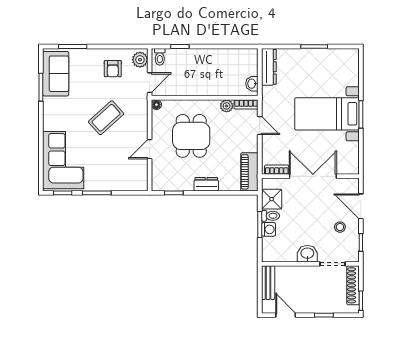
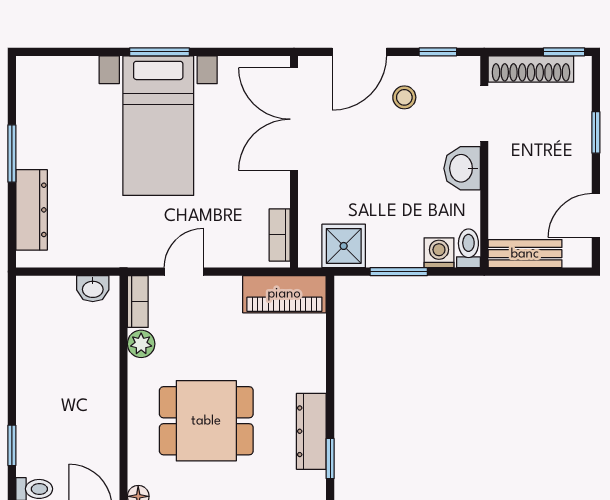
dresser: (269, 67) -> (32, 210), moved, turned 90
double door: (313, 176) -> (294, 119), moved
dresser: (206, 184) -> (311, 431), moved, width x1.44
toilet: (271, 216) -> (468, 248), moved
washing machine: (268, 229) -> (439, 253), moved

